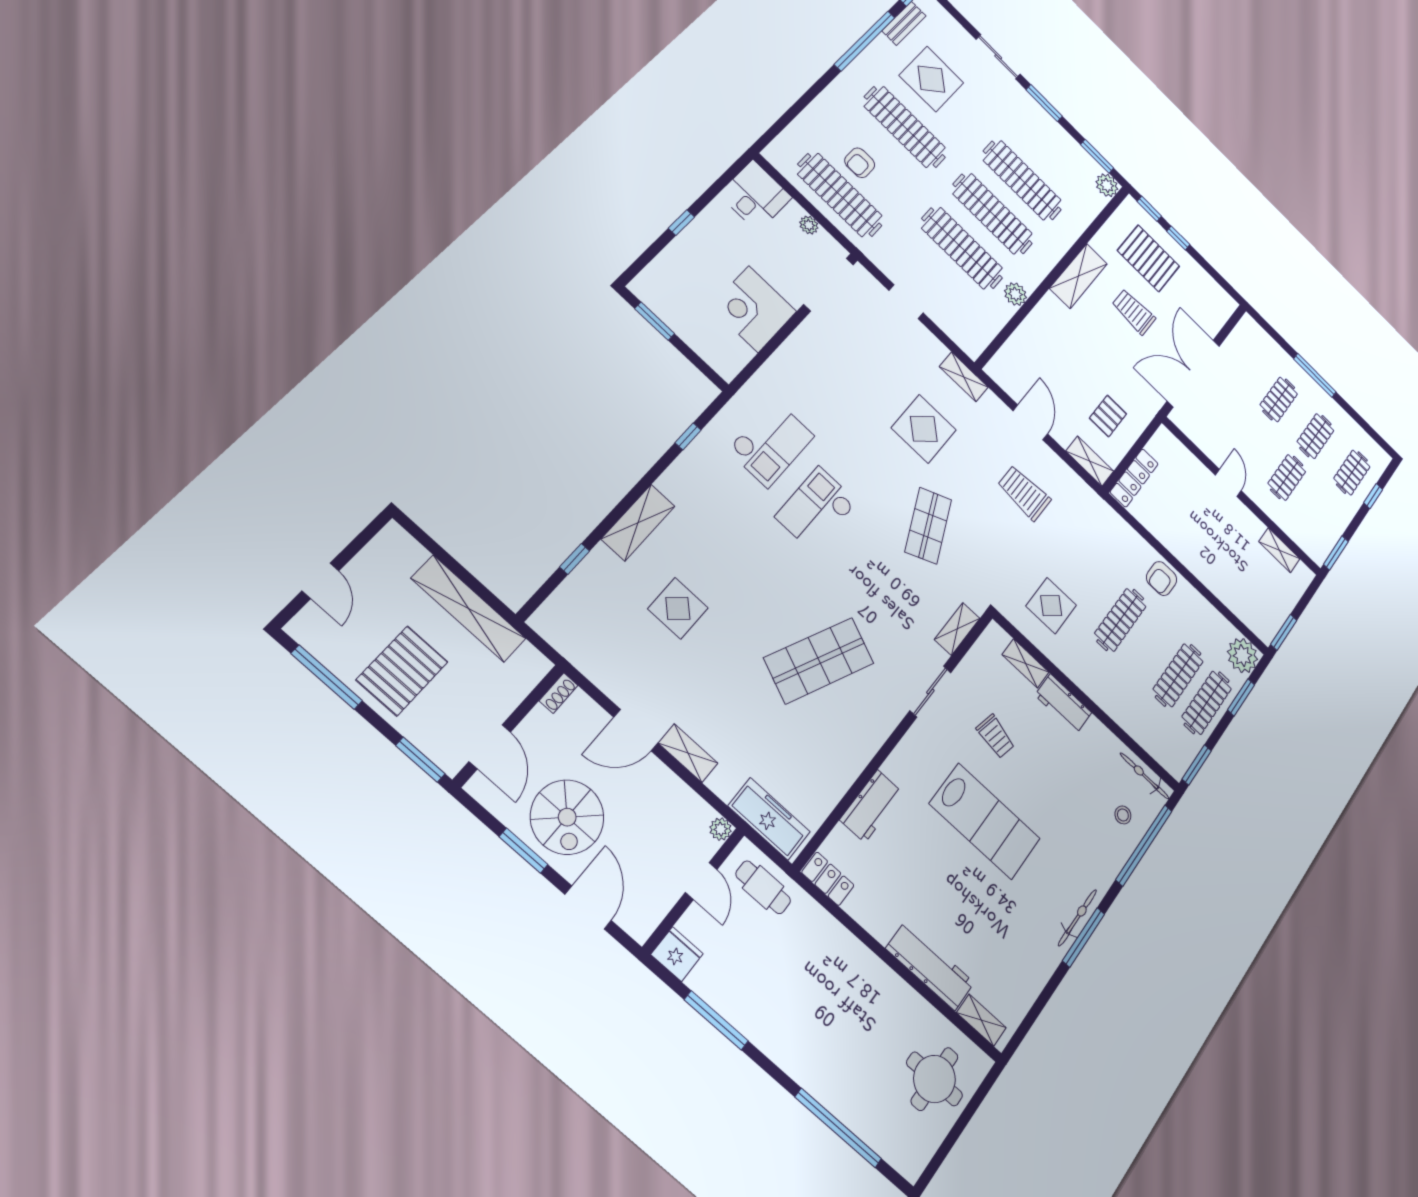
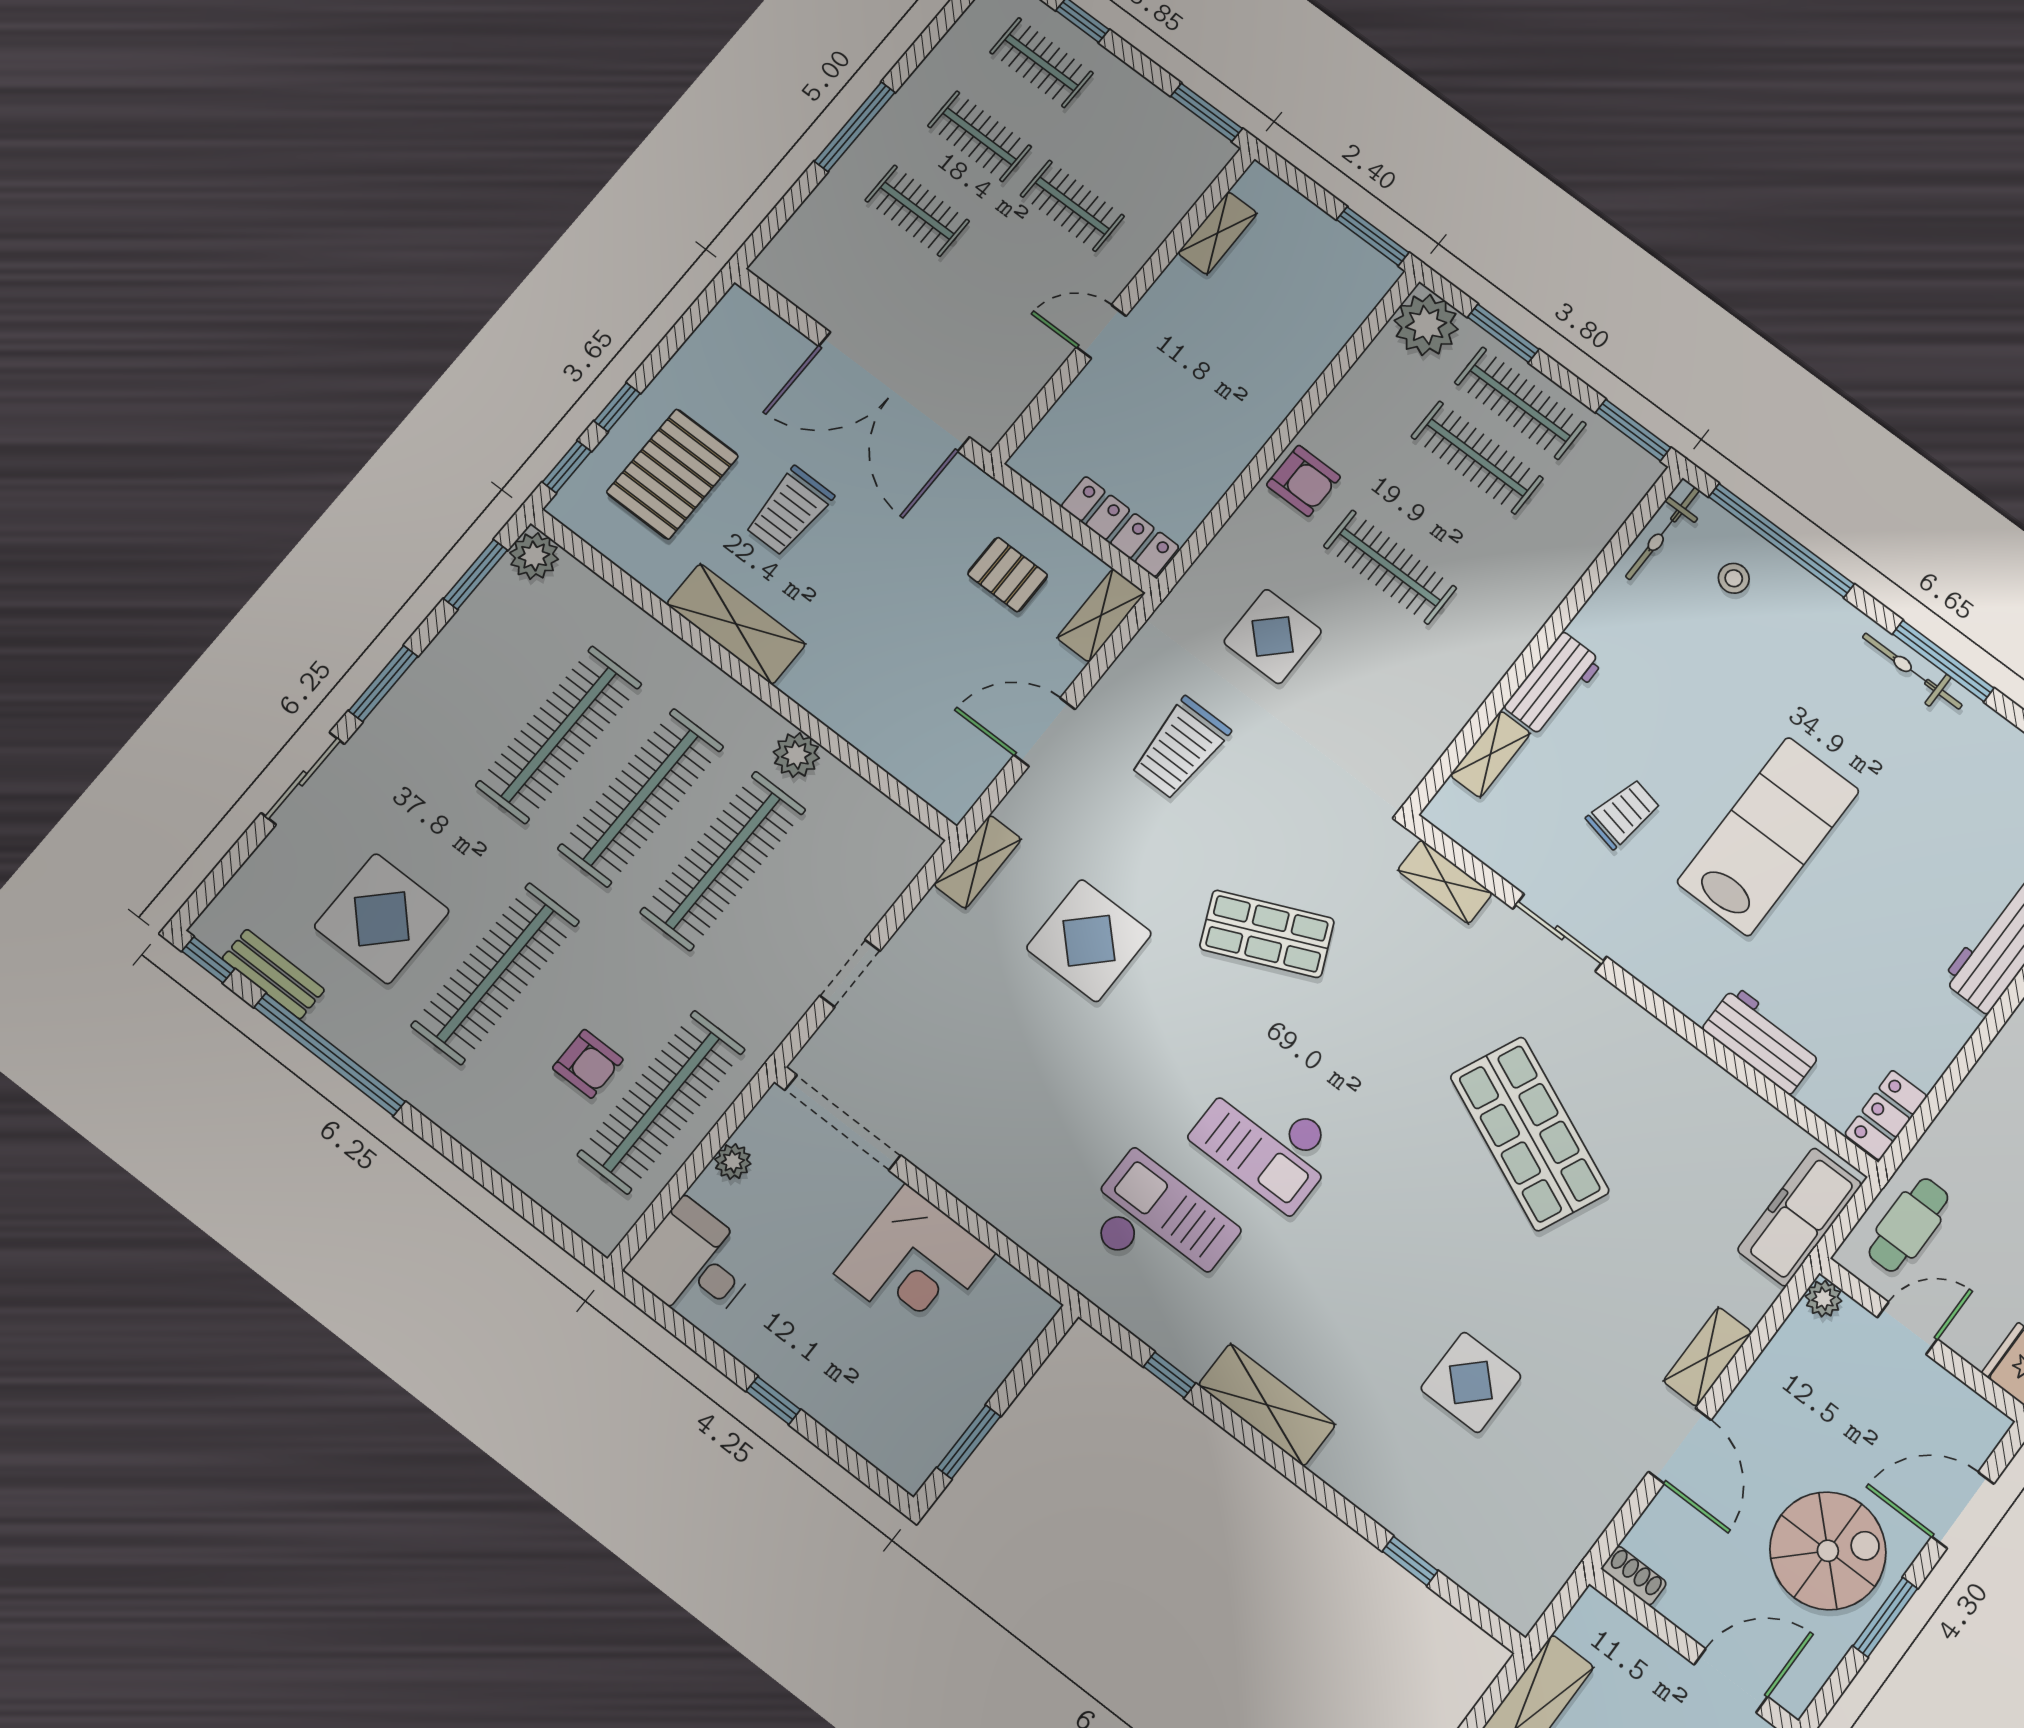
shelving: (638, 523) -> (1267, 1405), moved
display table: (1051, 606) -> (1273, 636), moved

